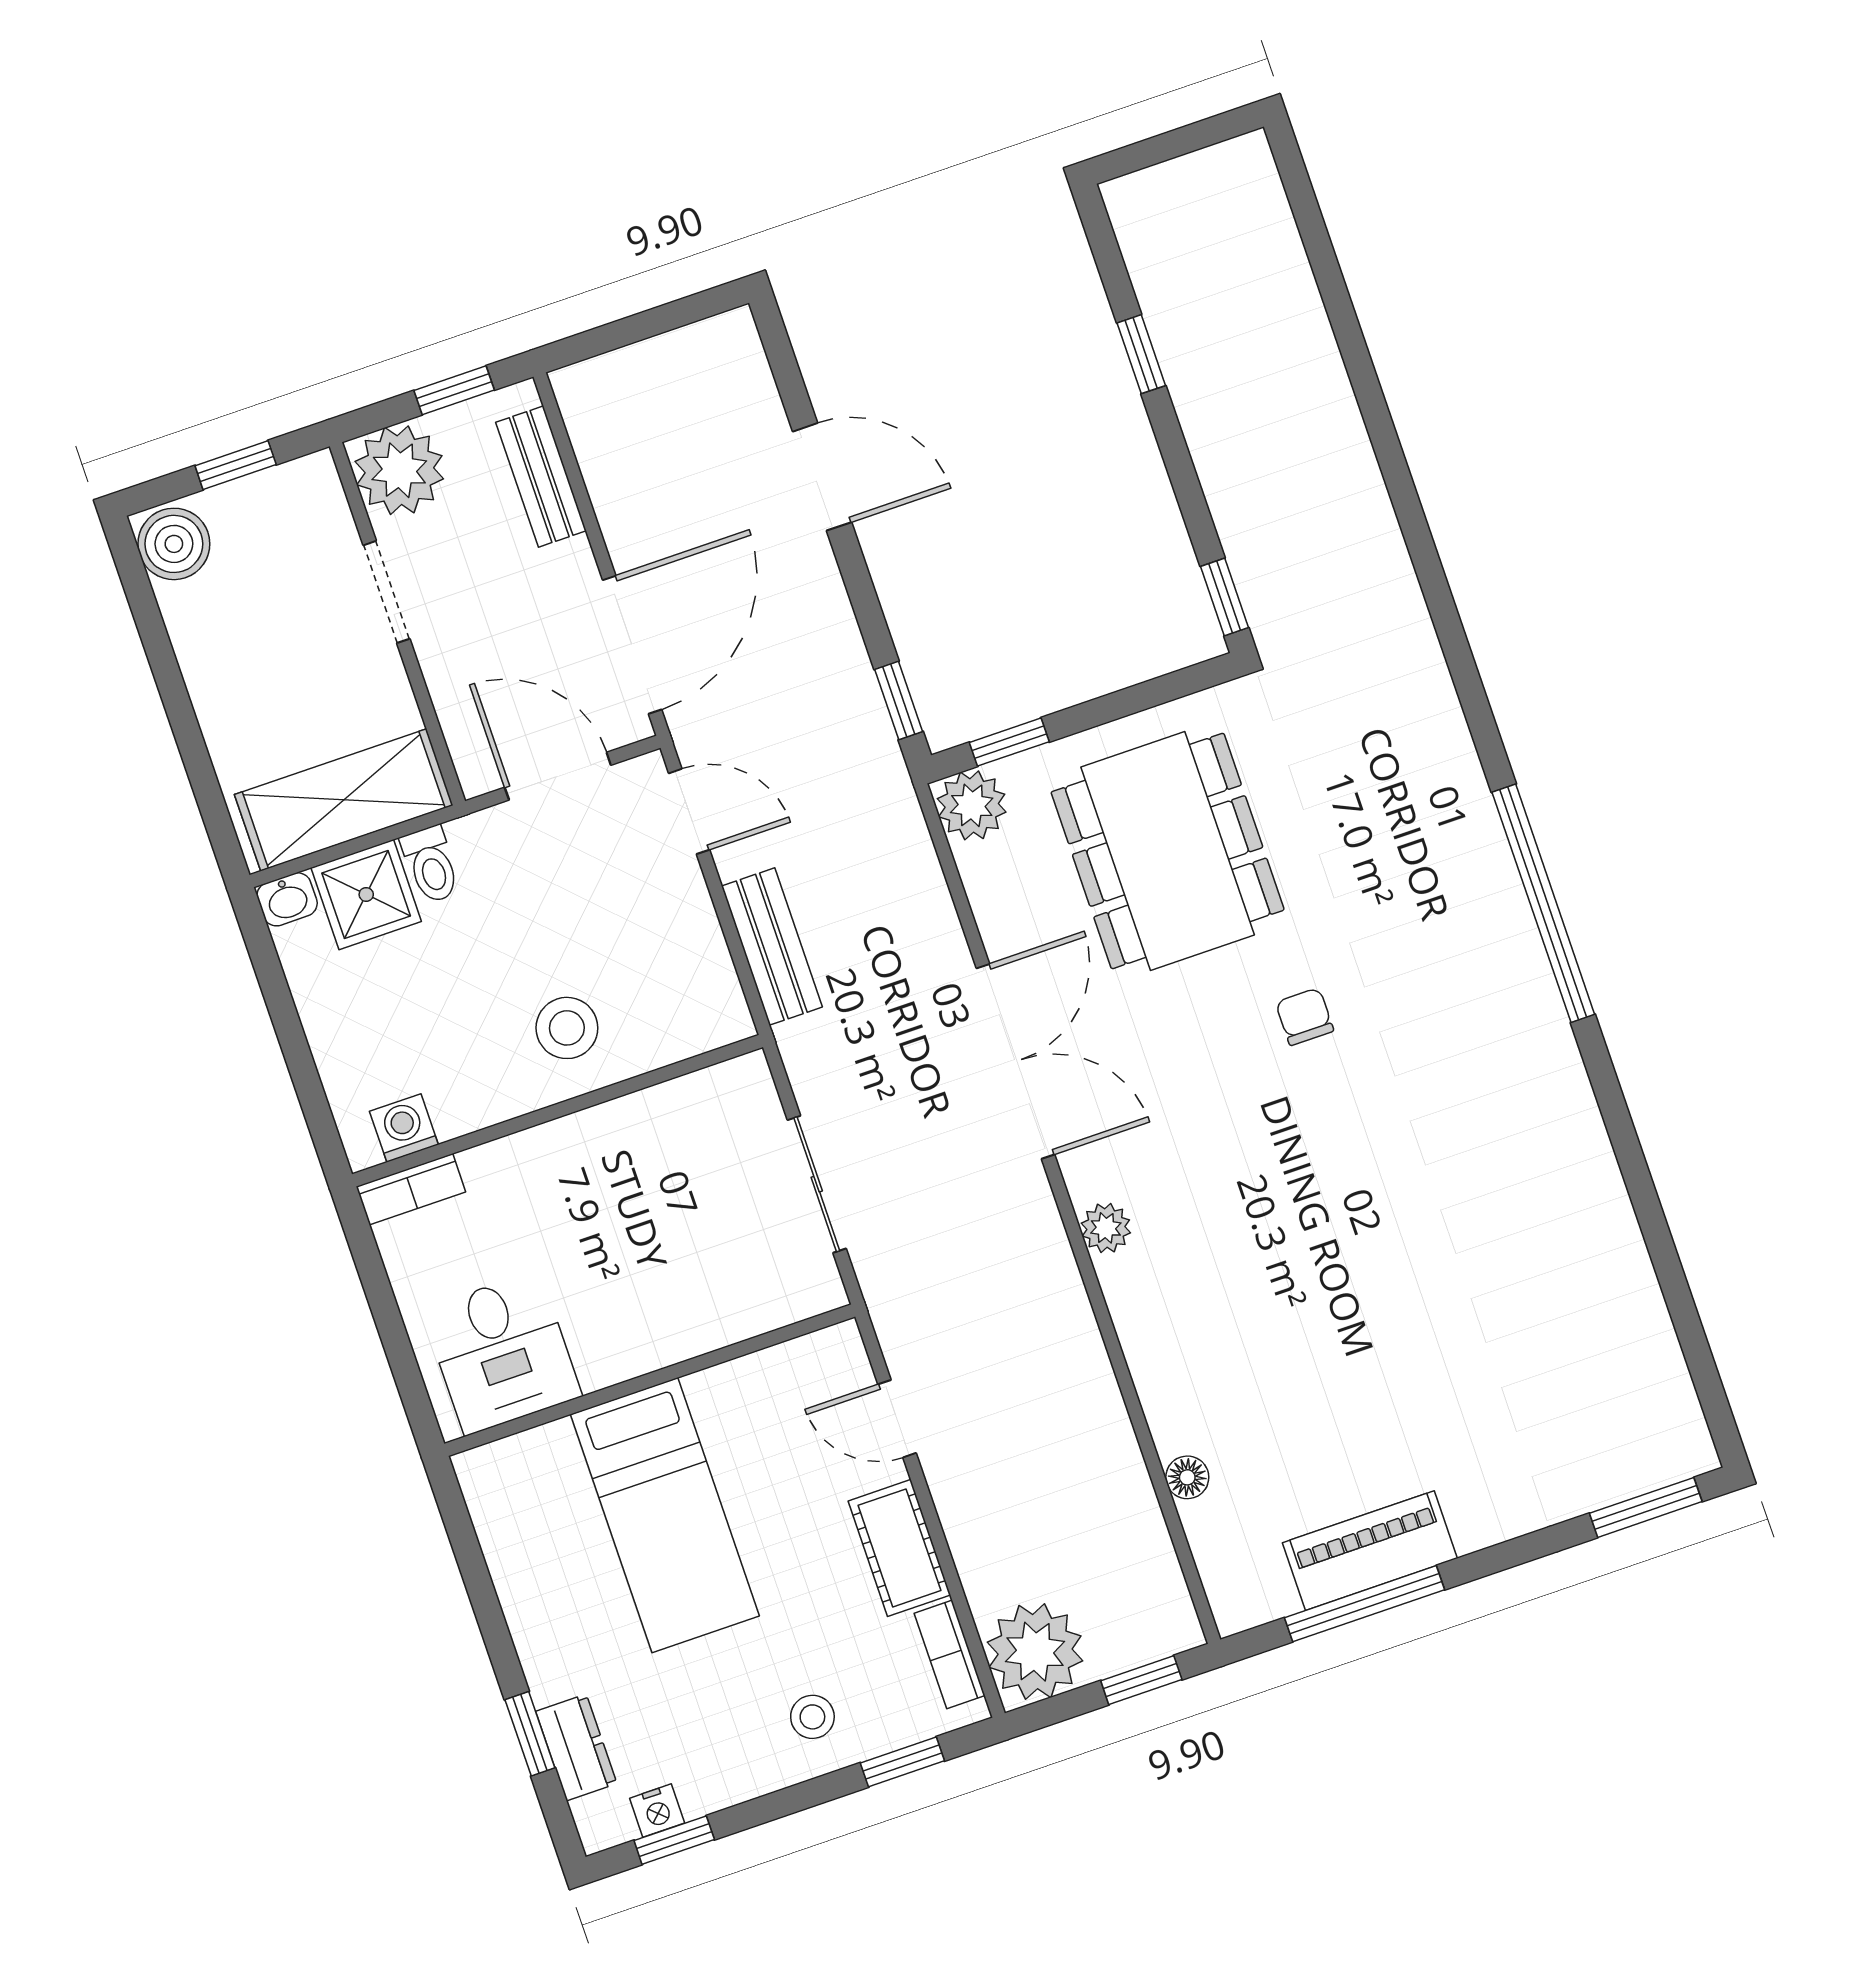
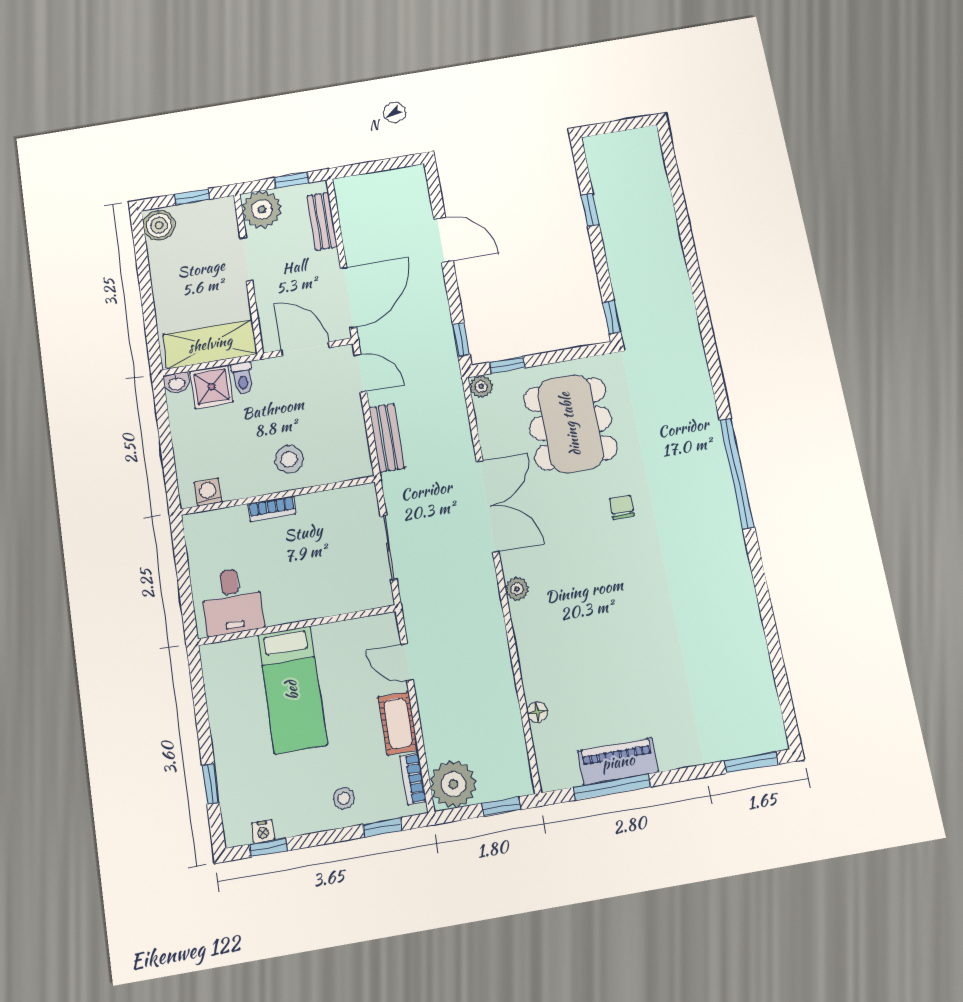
plant: (972, 805) -> (481, 386), width x0.73, depth x0.73
bookcase: (411, 1189) -> (272, 509), moved
dresser: (576, 1748) -> (231, 794), removed

